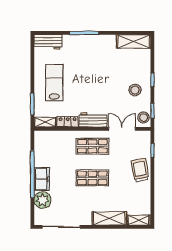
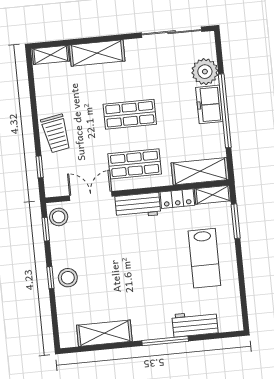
shelving: (134, 41) -> (104, 333), moved
workbench: (48, 42) -> (195, 324), moved
stool: (135, 90) -> (68, 278), moved
double door: (122, 129) -> (91, 196), swing flipped
shelving: (52, 138) -> (200, 171), added

